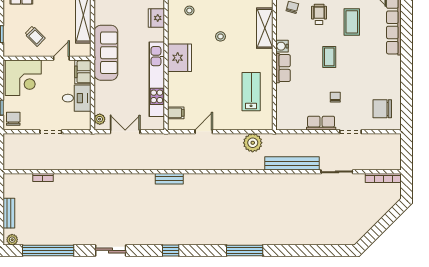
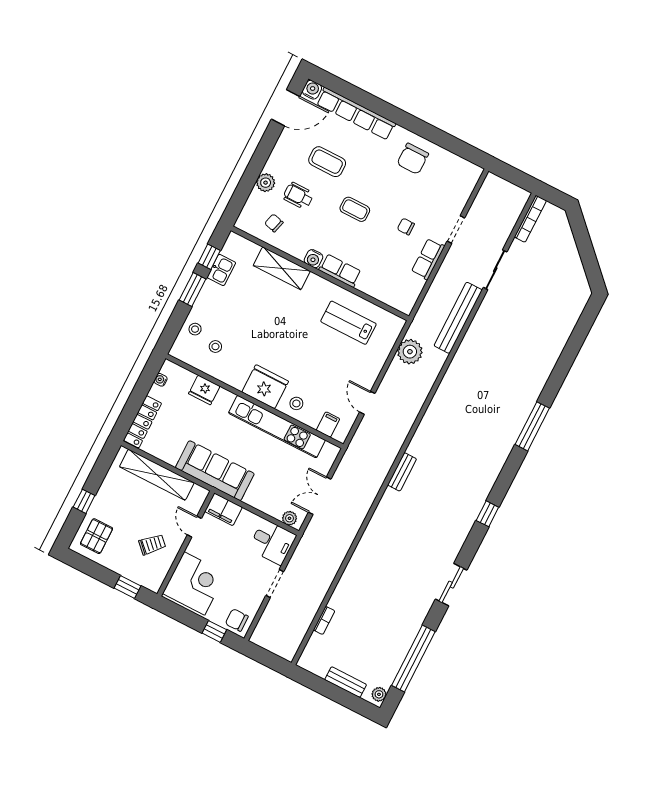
stool: (220, 36) -> (296, 403), moved
desk: (77, 98) -> (272, 542), moved, turned 90
chair: (382, 109) -> (413, 159), moved

